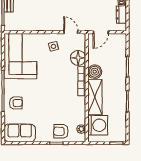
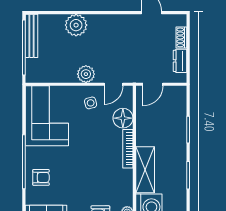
plant: (50, 25) -> (86, 74), added
door: (71, 32) -> (113, 84), swing flipped
boiler: (95, 72) -> (145, 136), removed

